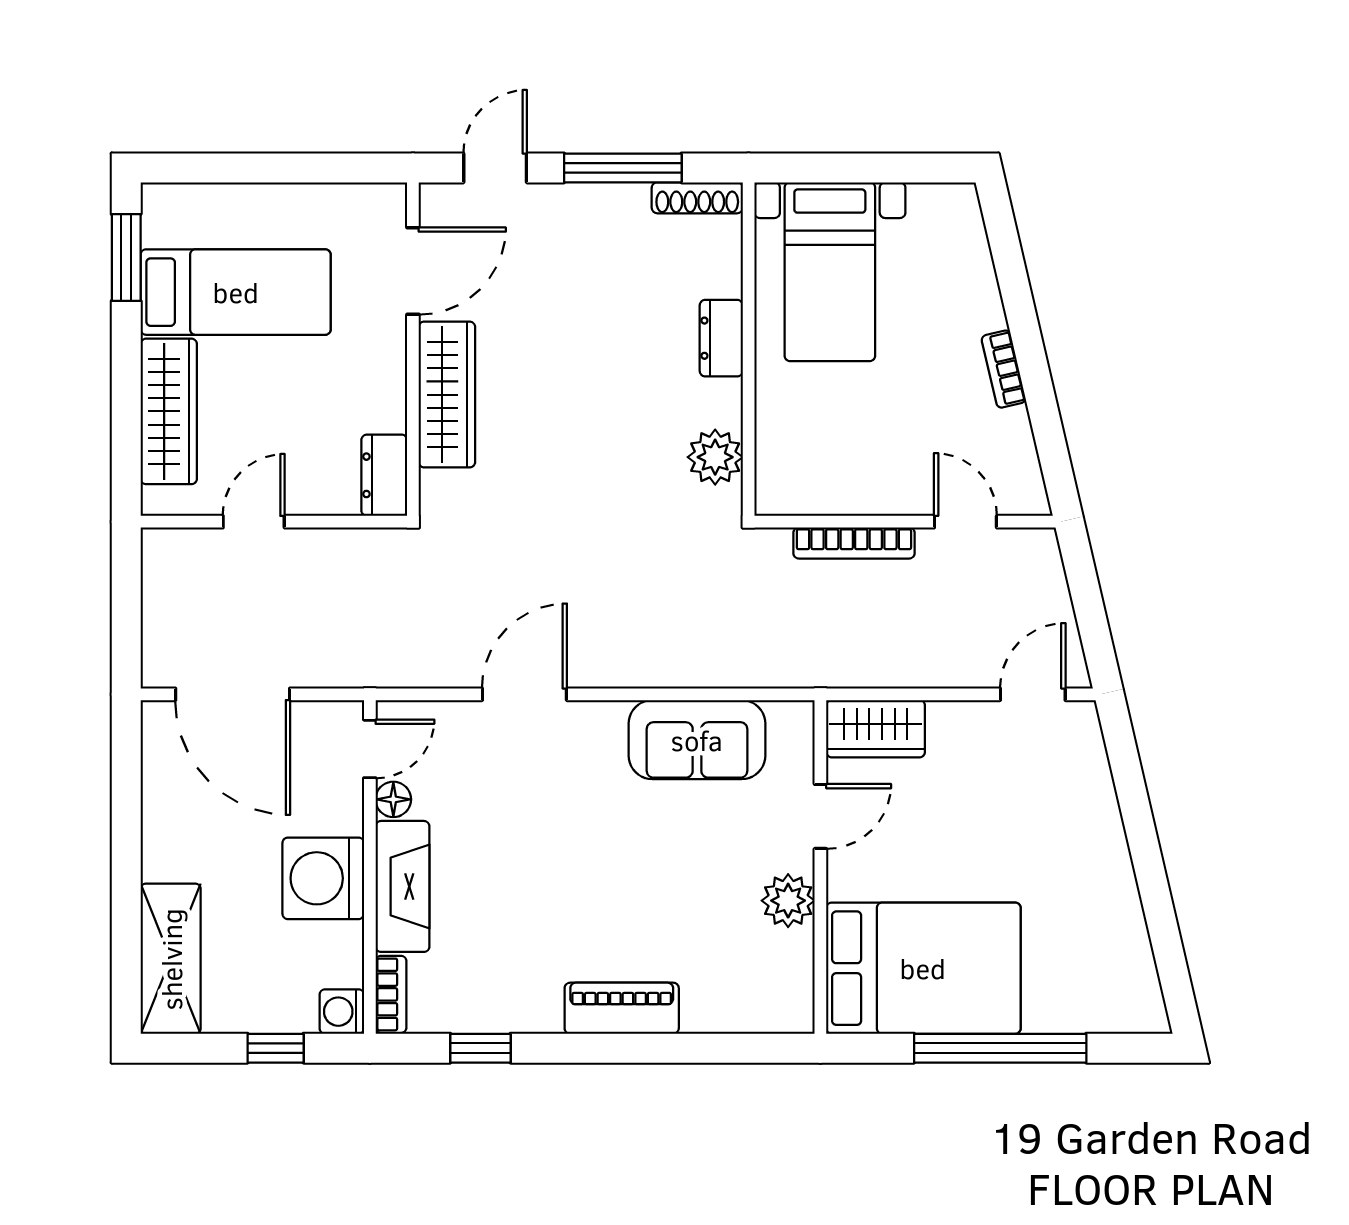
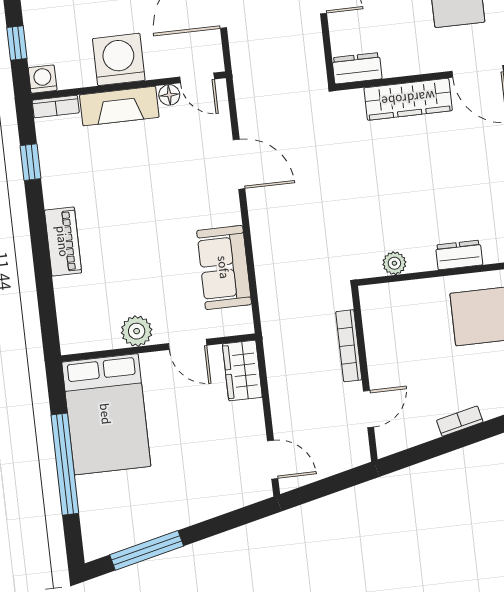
plant: (715, 457) -> (394, 263), width x0.73, depth x0.73
window: (1163, 926) -> (147, 550), added

